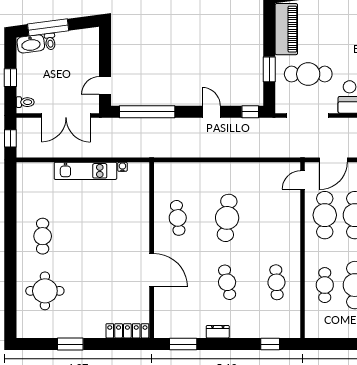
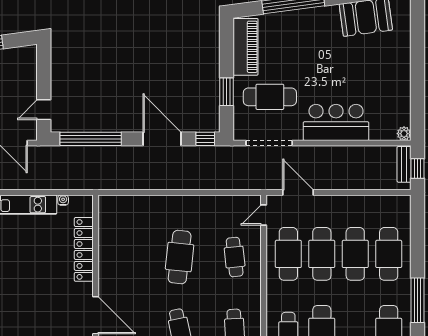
door: (211, 112) -> (162, 139), width x1.88
door: (333, 160) -> (298, 192), swing flipped
locker: (141, 211) -> (84, 249), added
cafe table: (178, 218) -> (235, 257), moved

